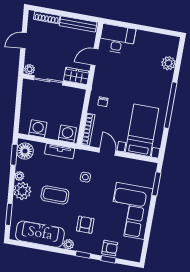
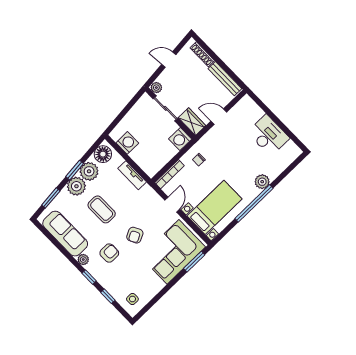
desk: (117, 39) -> (268, 135), moved
plant: (168, 63) -> (262, 182), moved
washing machine: (67, 134) -> (180, 139), moved, turned 180
window: (14, 155) -> (75, 170), moved
plant: (19, 176) -> (89, 171), width x1.88, depth x1.88
side table: (85, 177) -> (132, 299), moved
corner sofa: (130, 211) -> (173, 252), moved
armchair: (110, 248) -> (135, 235), moved, turned 63

